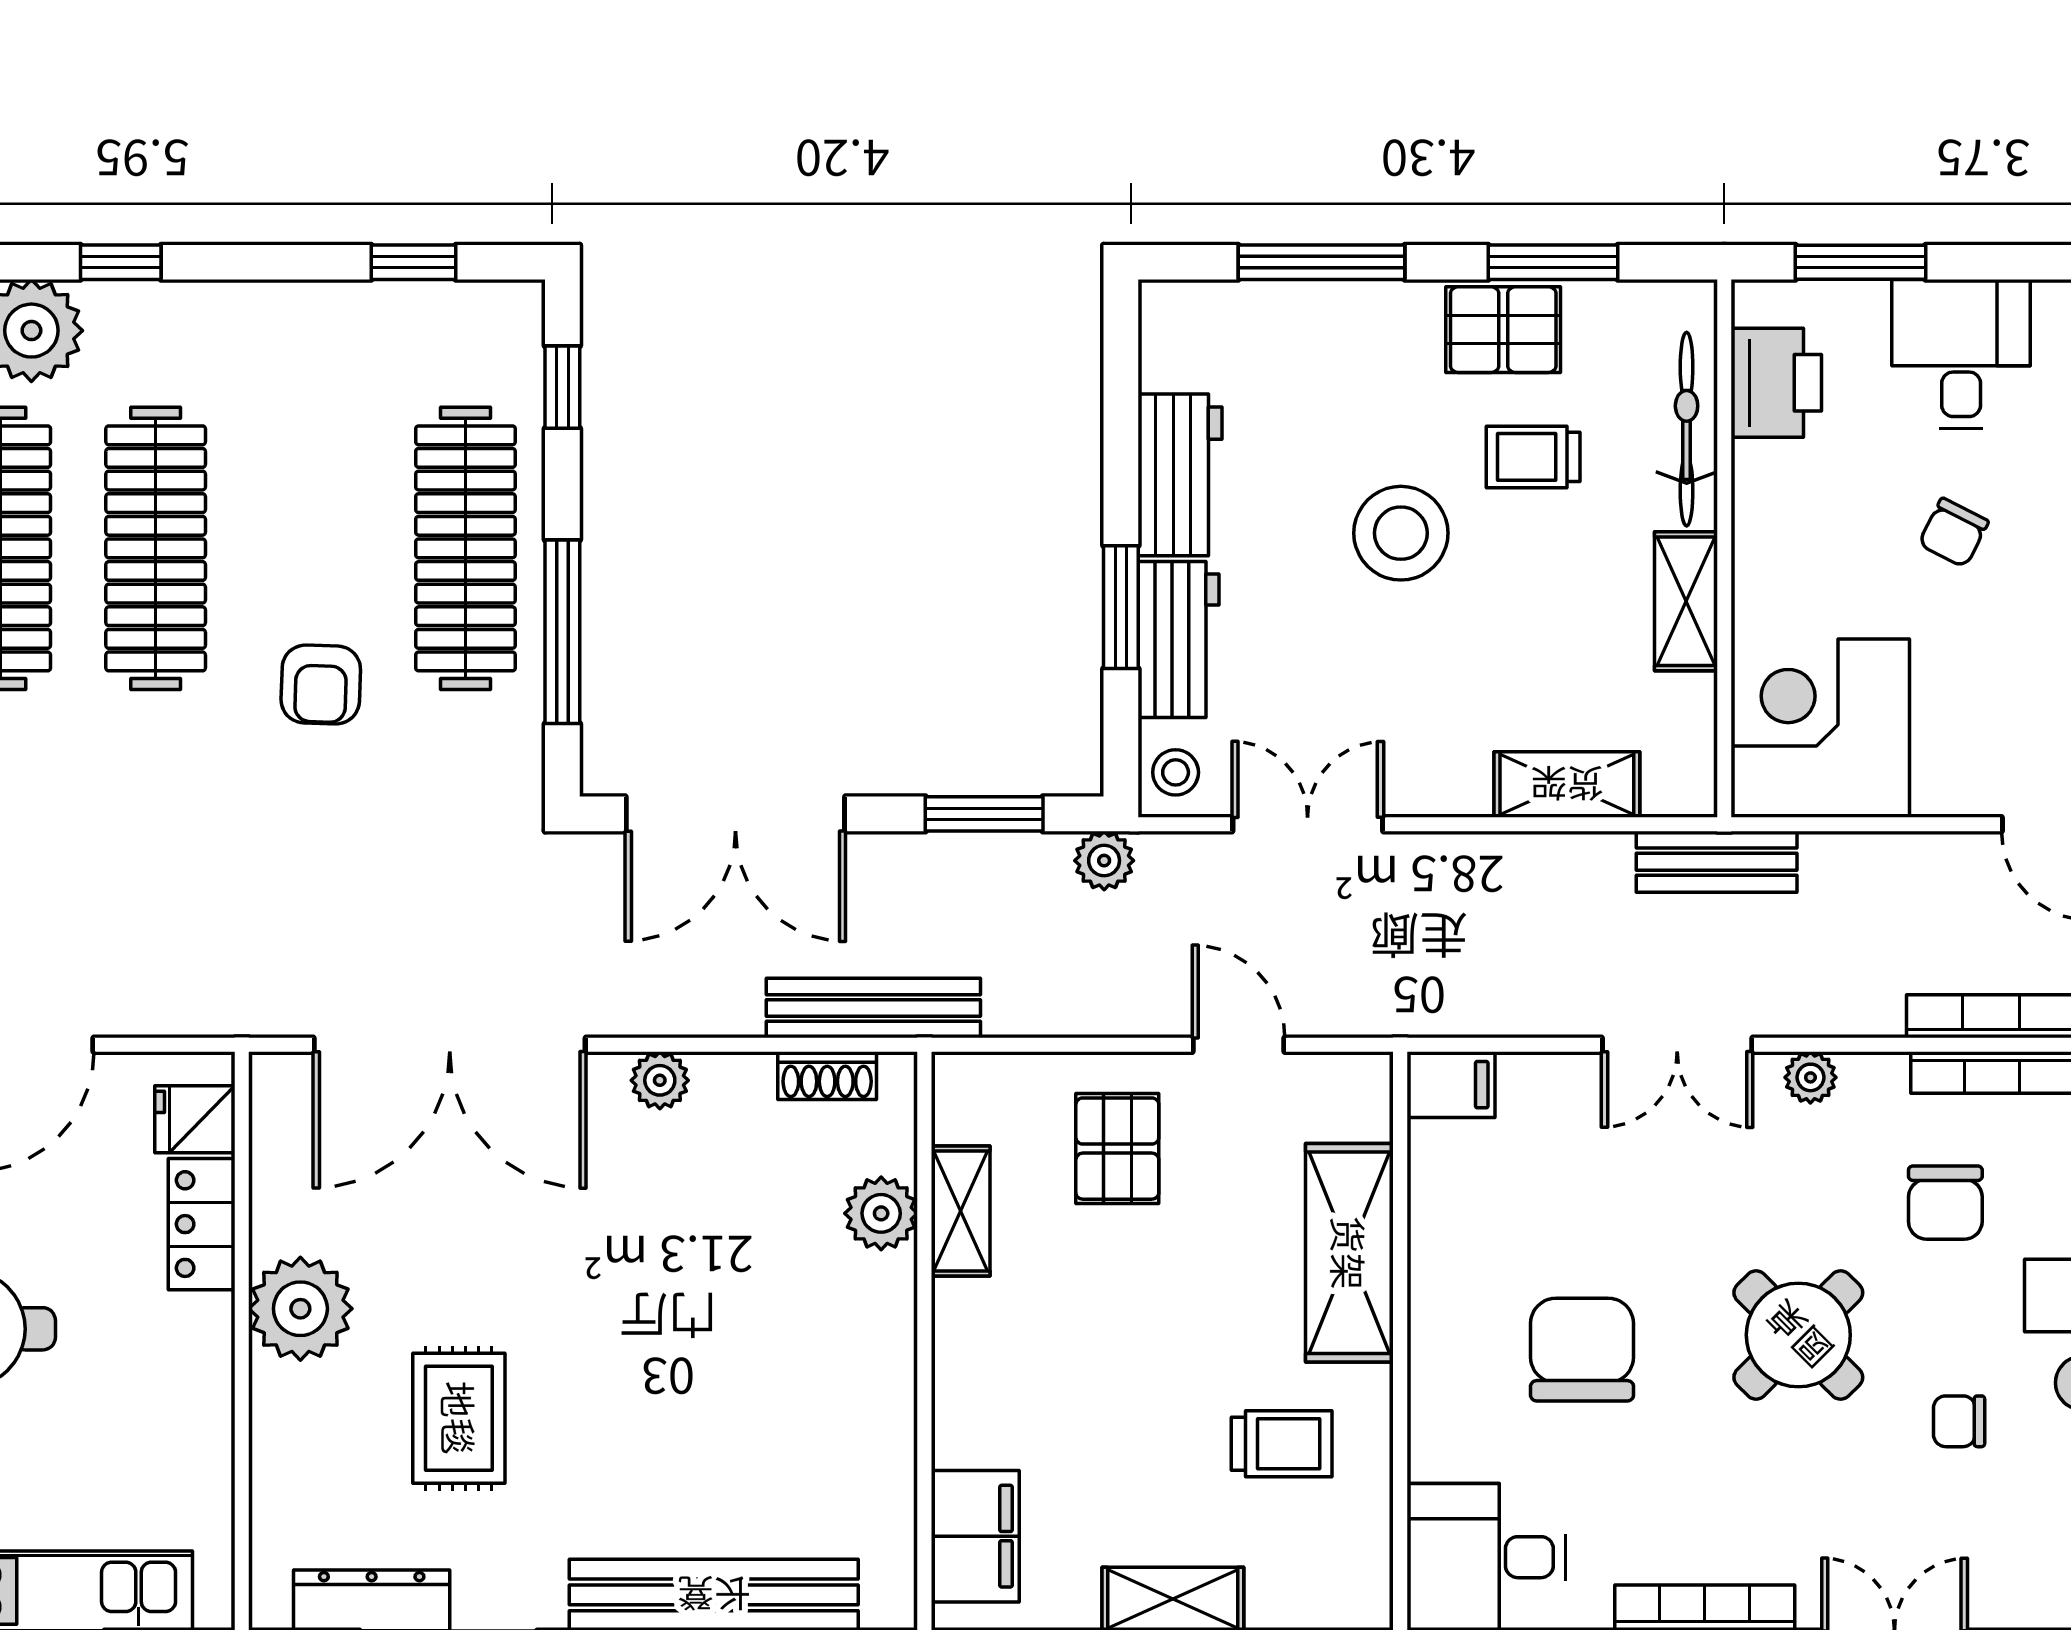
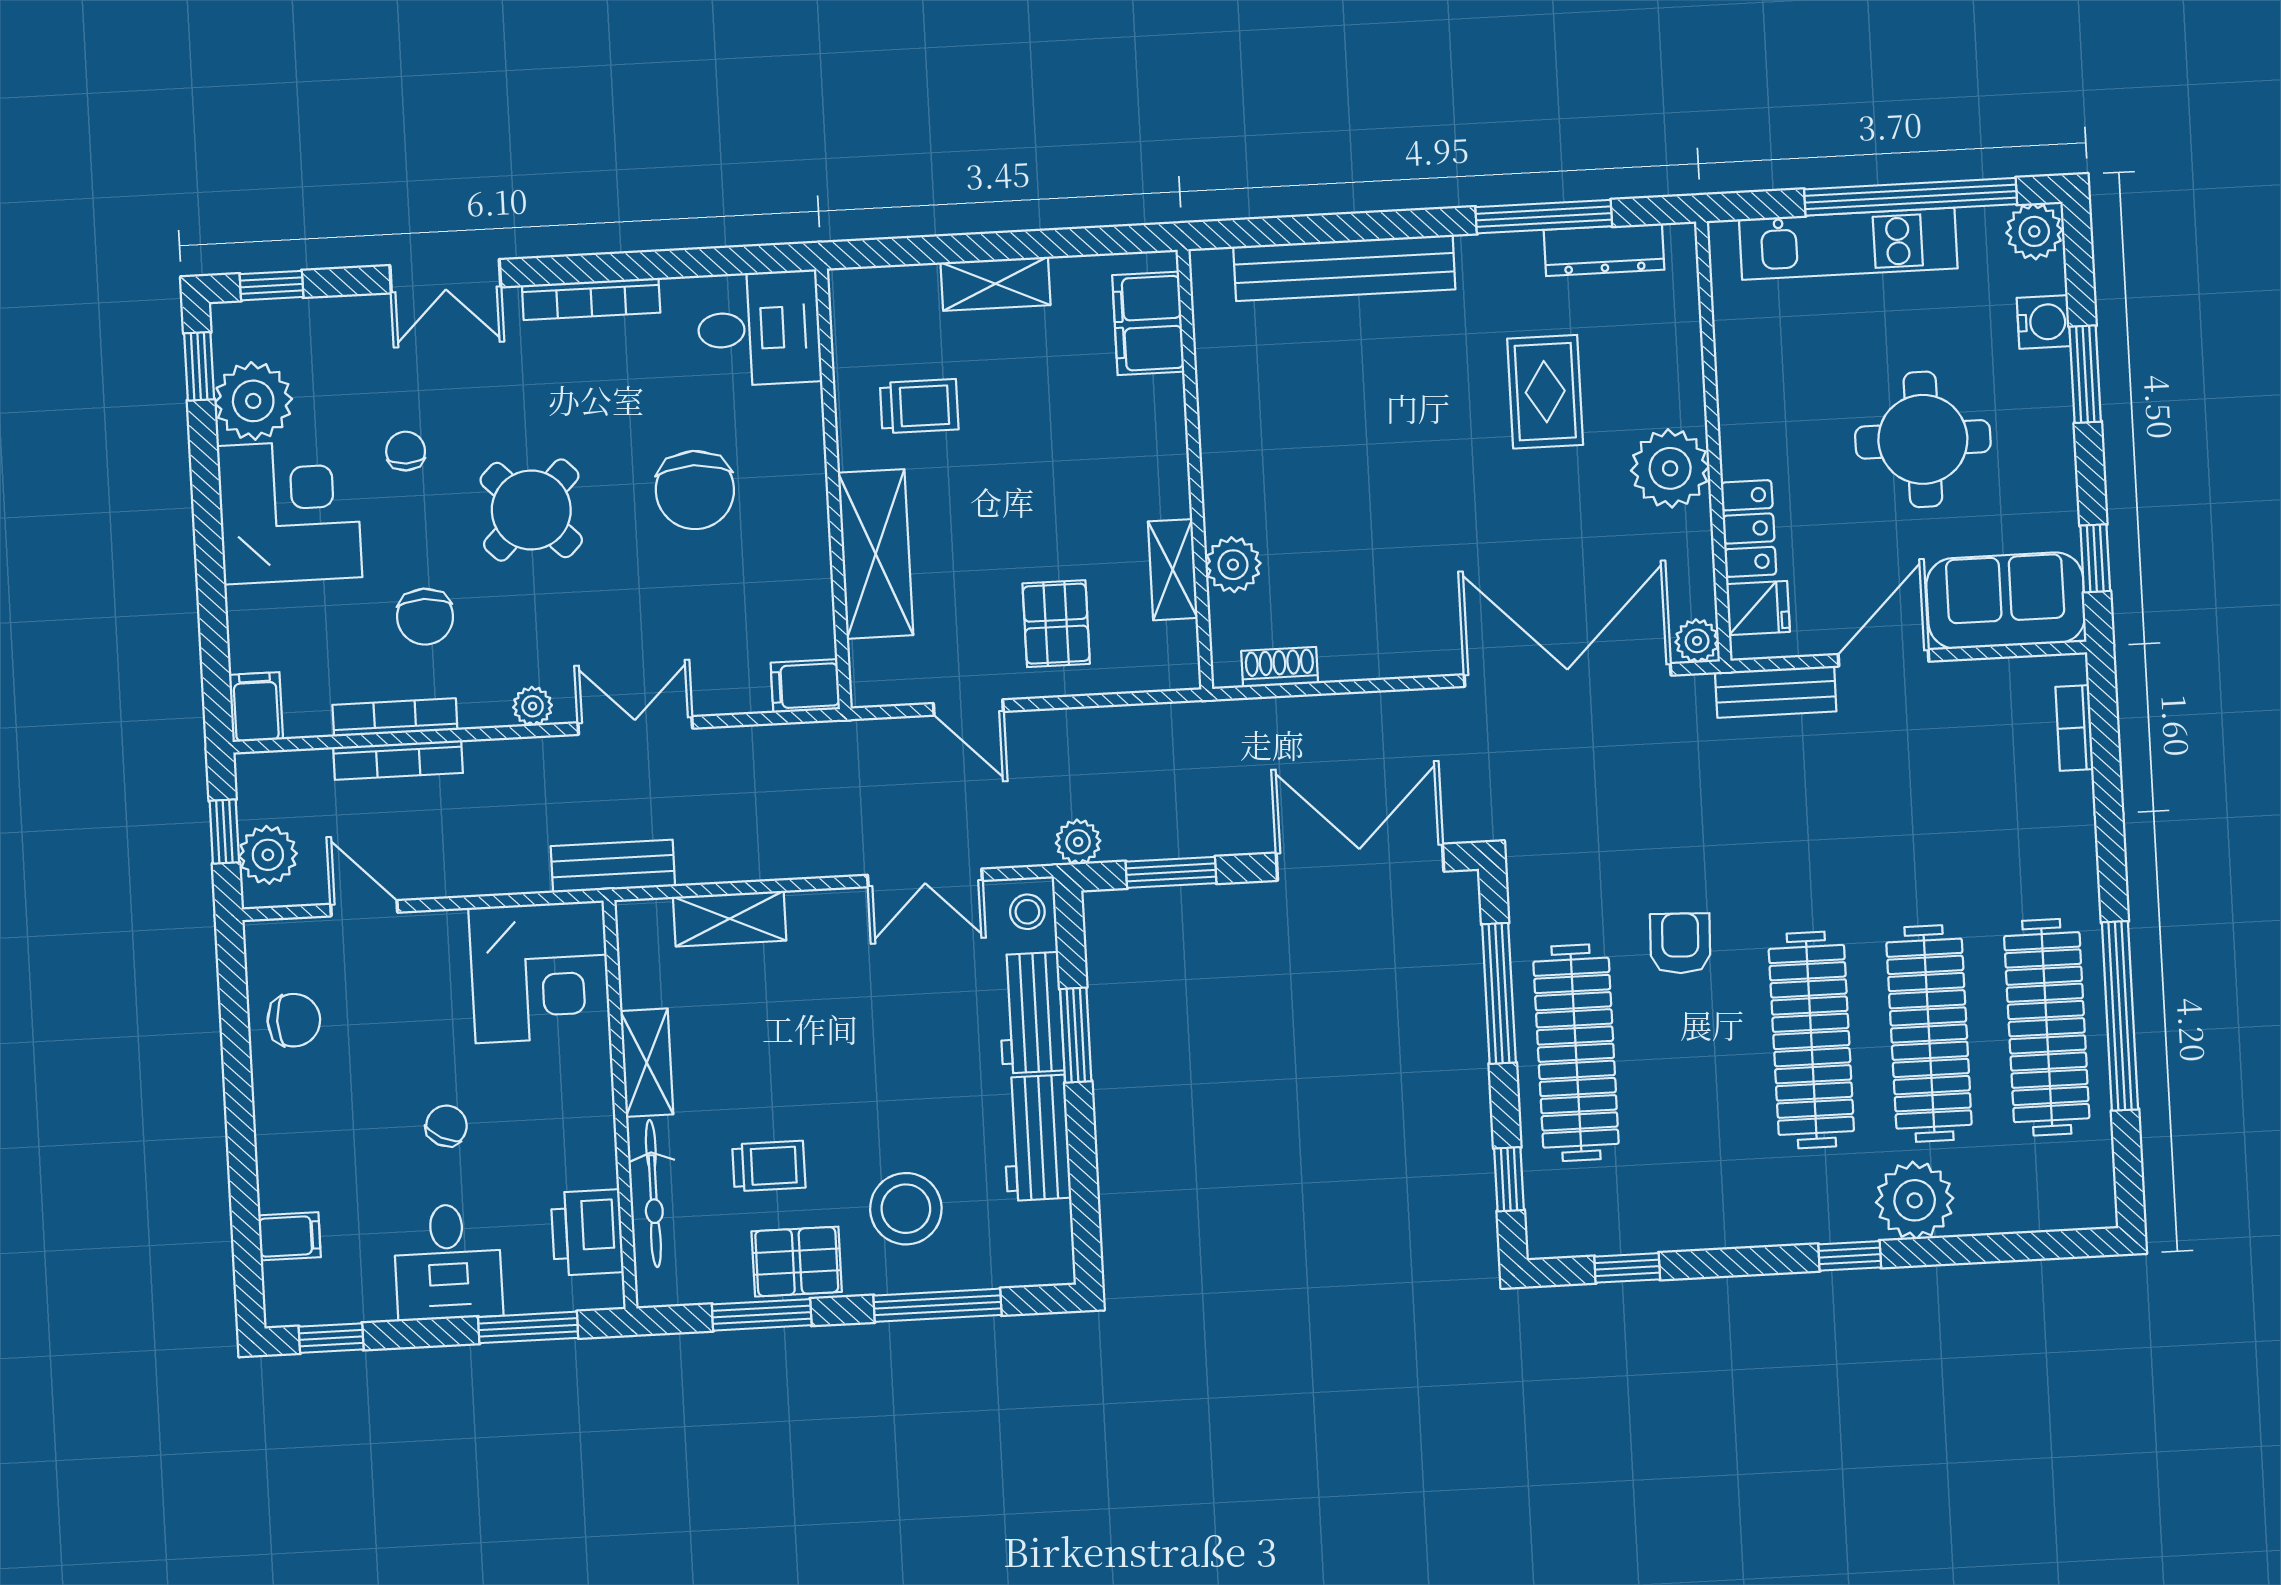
stool: (1401, 533) -> (906, 1209), moved
bench: (873, 1008) -> (1776, 692), moved, width x0.73
plant: (660, 1080) -> (1697, 641), moved
chair: (1945, 1203) -> (425, 617), turned 180
chair: (1959, 1421) -> (406, 451), turned -90
trolley: (1282, 1444) -> (919, 406), turned 180

